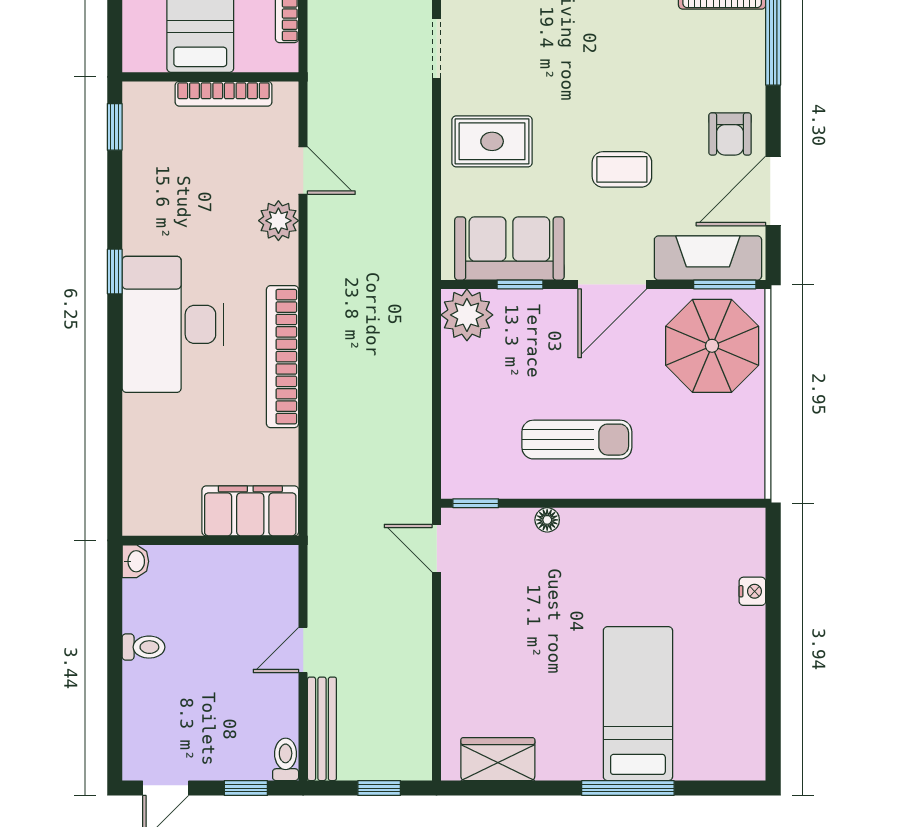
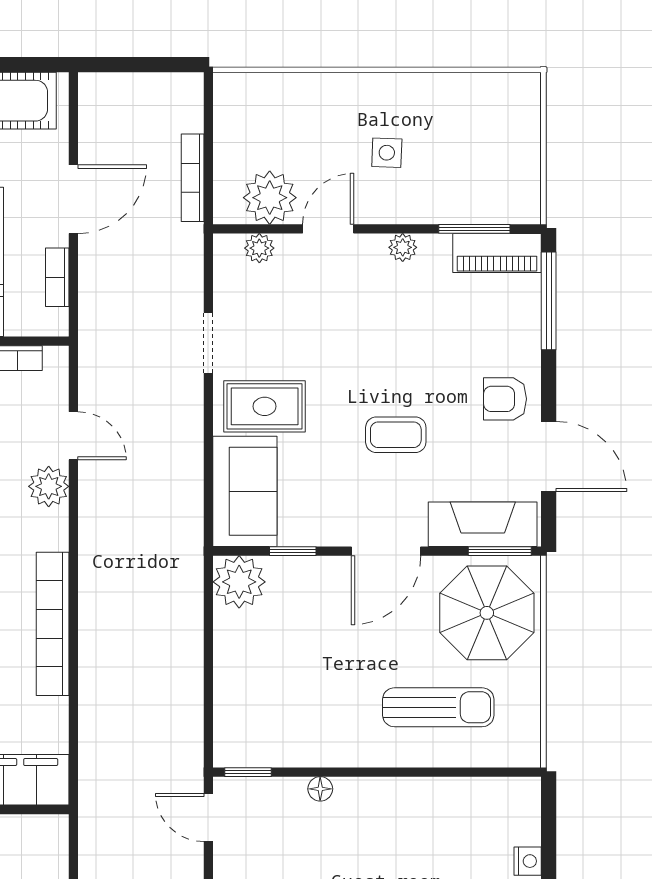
doorway: (437, 48) -> (208, 343), moved
armchair: (730, 134) -> (505, 399), turned 90
door: (773, 191) -> (549, 457), swing flipped
sofa: (509, 248) -> (245, 491), moved, turned 90
sun lounger: (577, 440) -> (438, 707), moved

